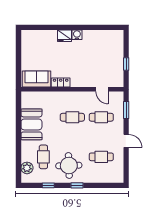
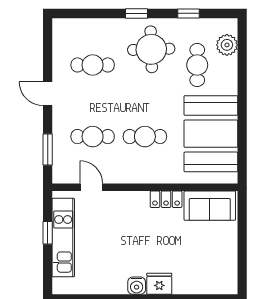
kitchen unit: (118, 61) -> (63, 238), added
booth: (31, 124) -> (211, 134), width x1.36, depth x1.42

